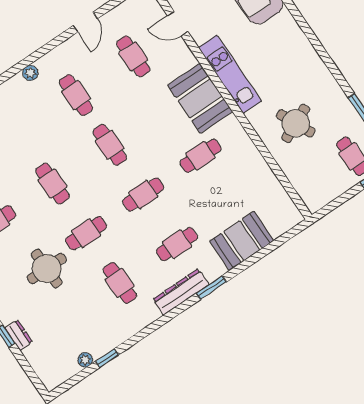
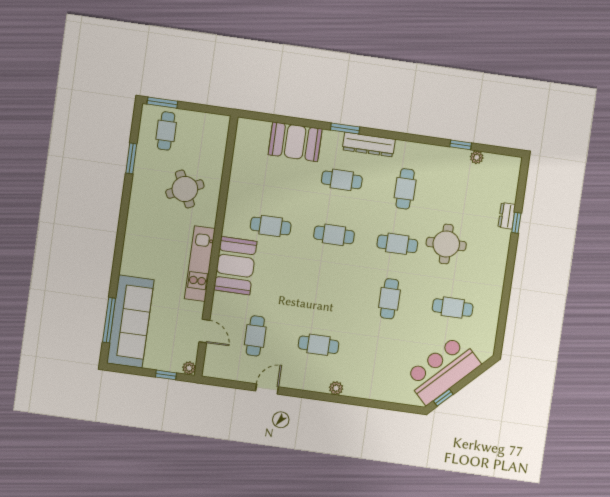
cafe table: (76, 95) -> (319, 345), turned 90
cafe table: (110, 145) -> (326, 290), removed

